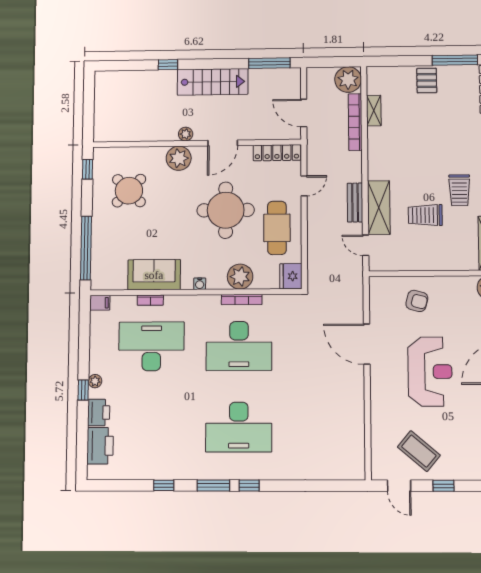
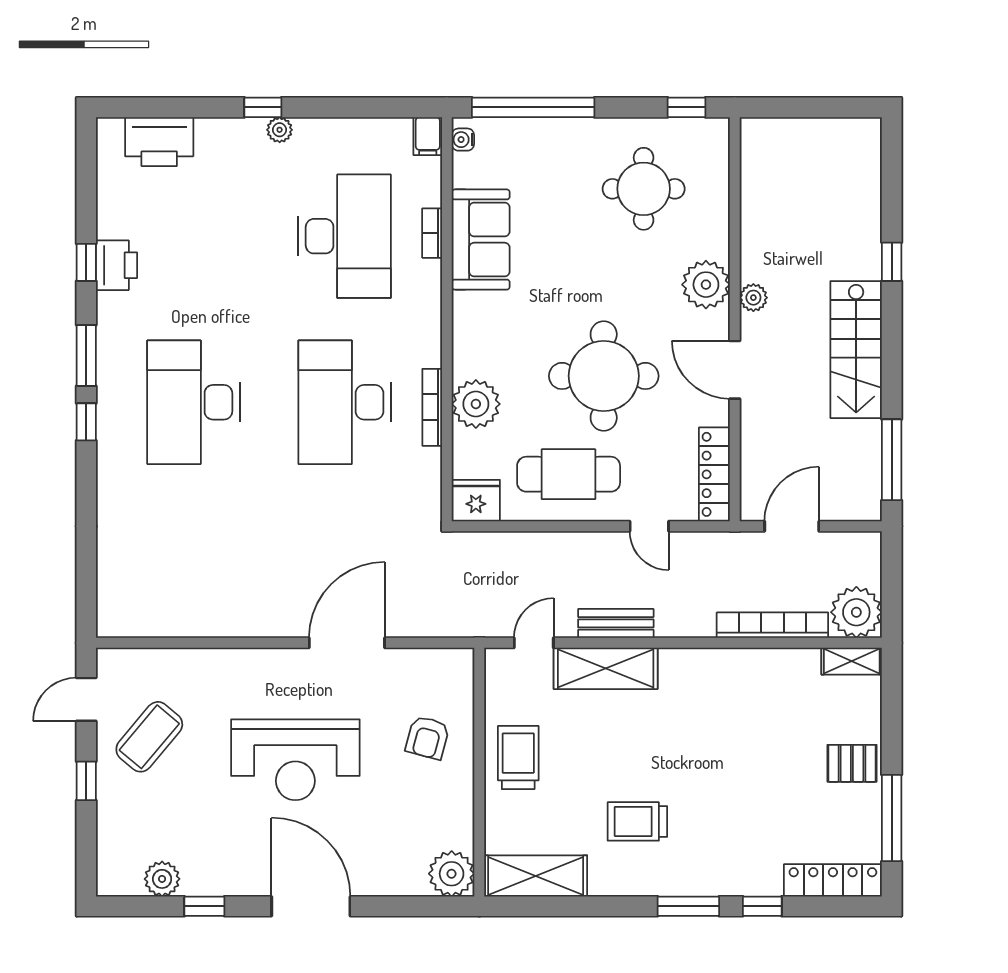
shelving: (374, 111) -> (852, 661), moved
round table: (129, 191) -> (644, 189), turned 45
trolley: (425, 215) -> (518, 758), moved
water cooler: (200, 284) -> (463, 140), moved
printer: (99, 413) -> (117, 265), moved, turned -90

